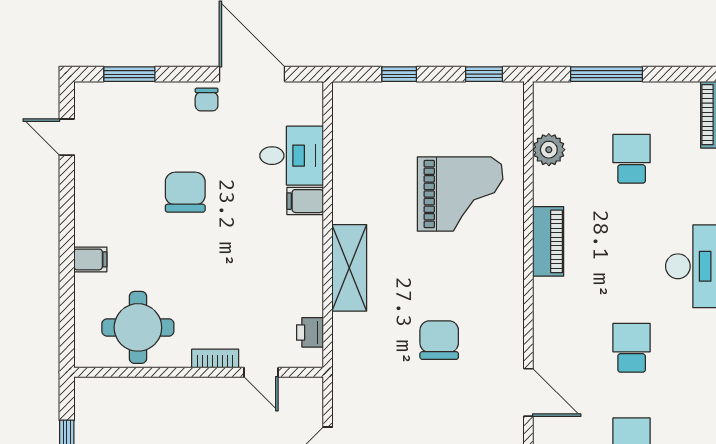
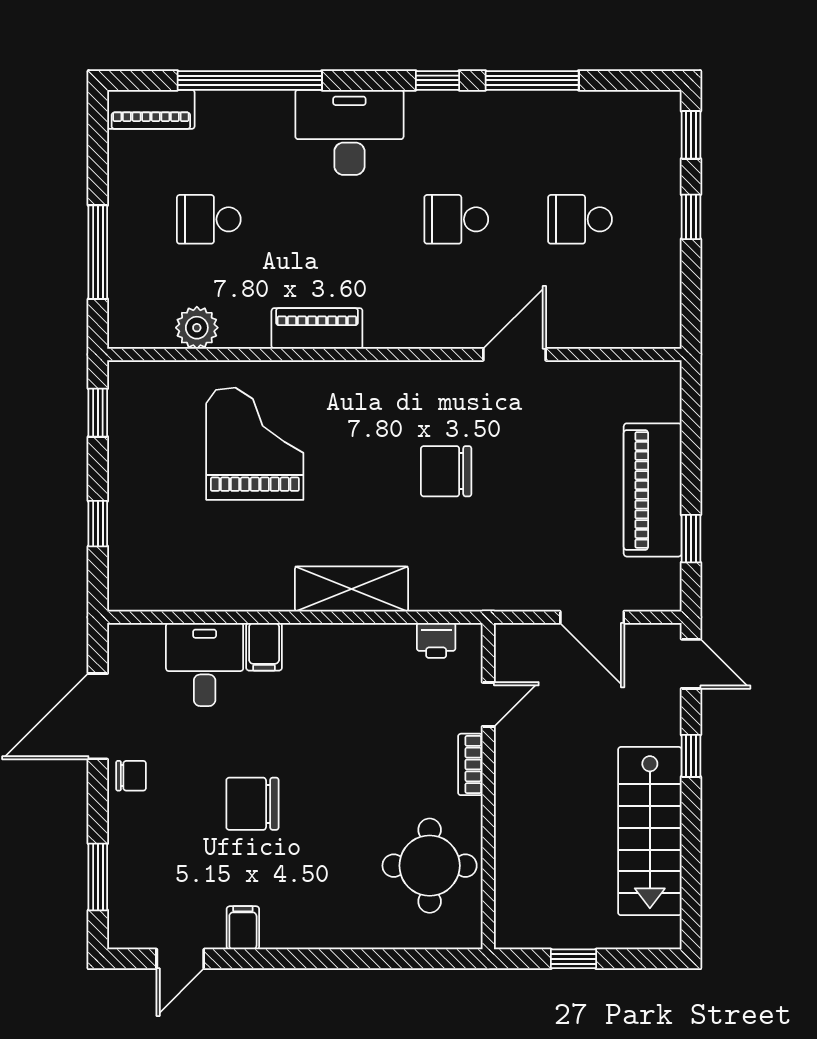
filing cabinet: (90, 259) -> (243, 928), moved

